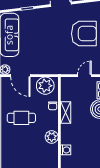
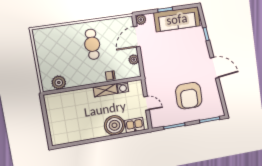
plant: (45, 86) -> (134, 60), width x0.53, depth x0.53
plant: (52, 137) -> (59, 82), moved
washing machine: (66, 150) -> (123, 87), moved

